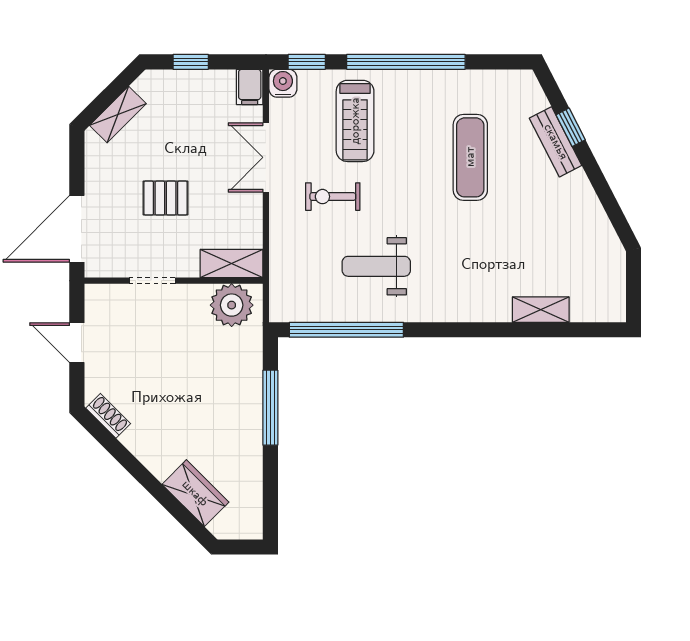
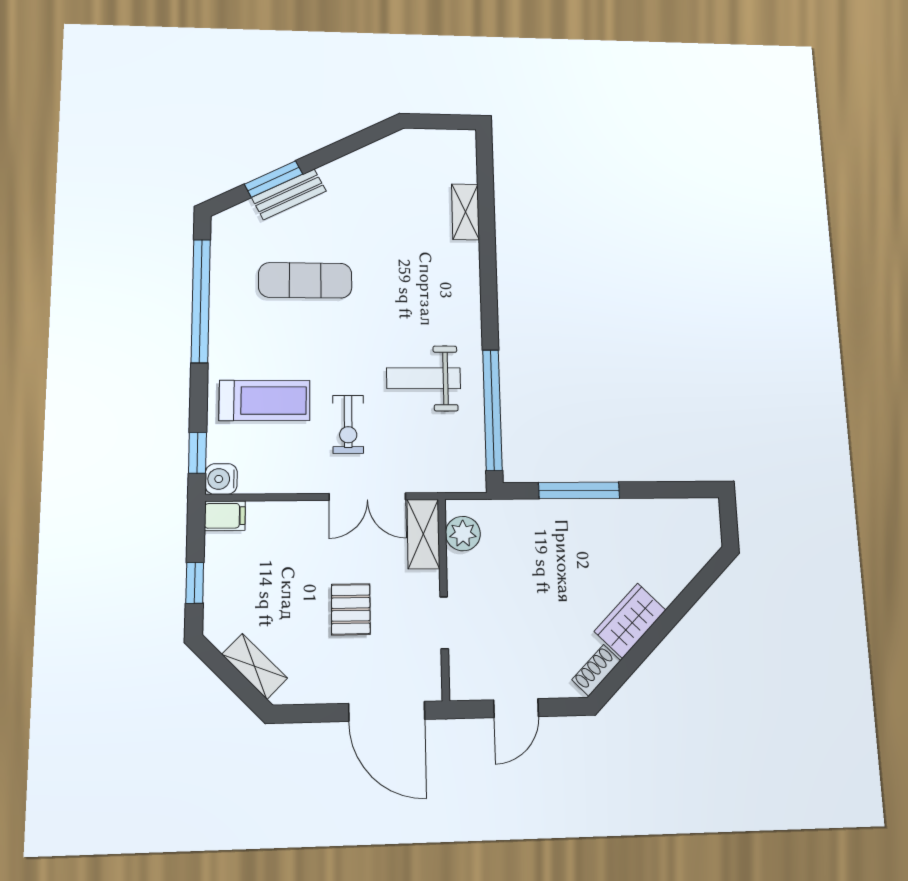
window: (406, 62) -> (201, 301), moved
window: (571, 127) -> (274, 179), width x1.50
double door: (266, 157) -> (367, 497), moved
weight bench: (376, 266) -> (423, 378), turned 90
plant: (232, 305) -> (463, 534), width x0.73, depth x0.73
wardrobe: (195, 493) -> (630, 621), moved

